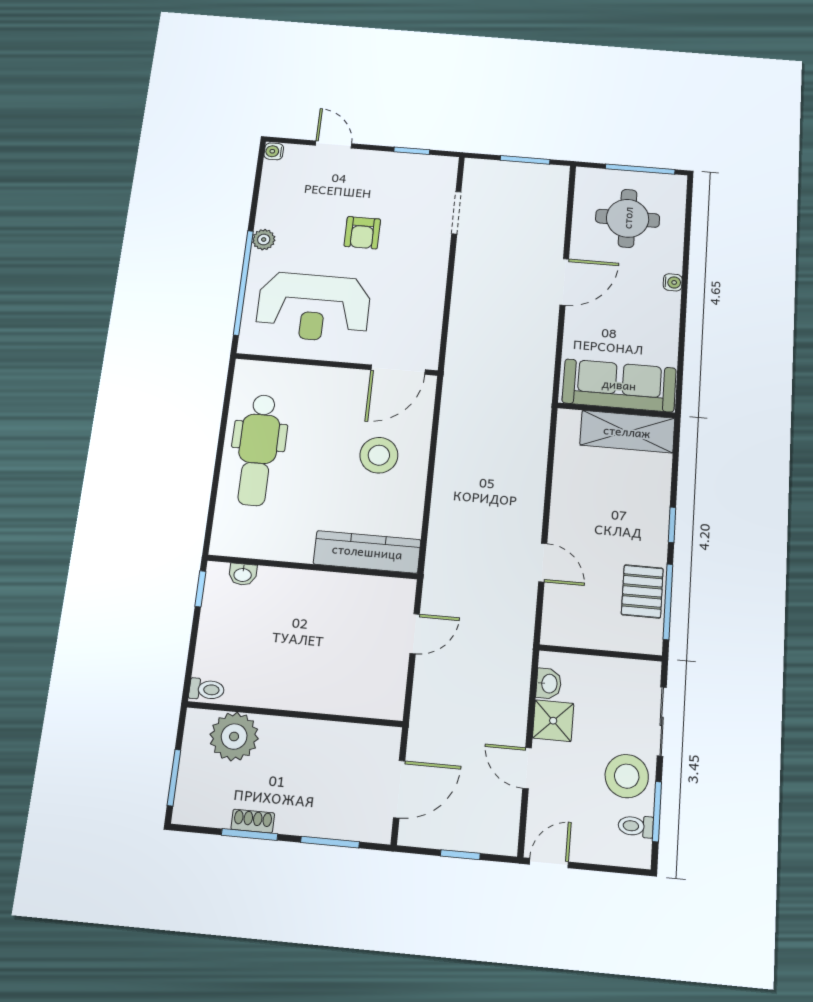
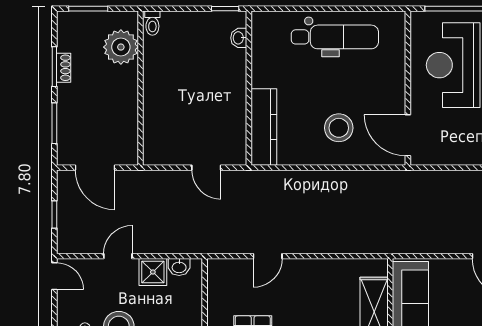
dental chair: (258, 450) -> (335, 37), turned 180

